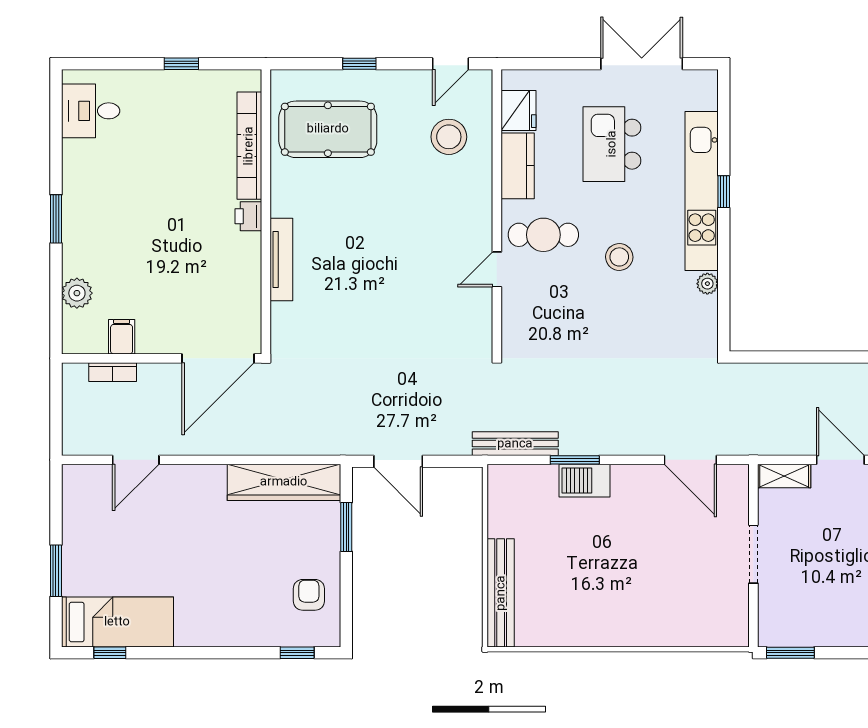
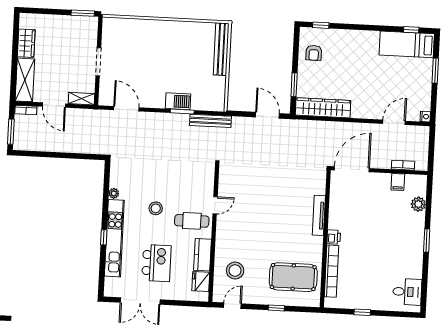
nightstand: (72, 475) -> (425, 117), added

